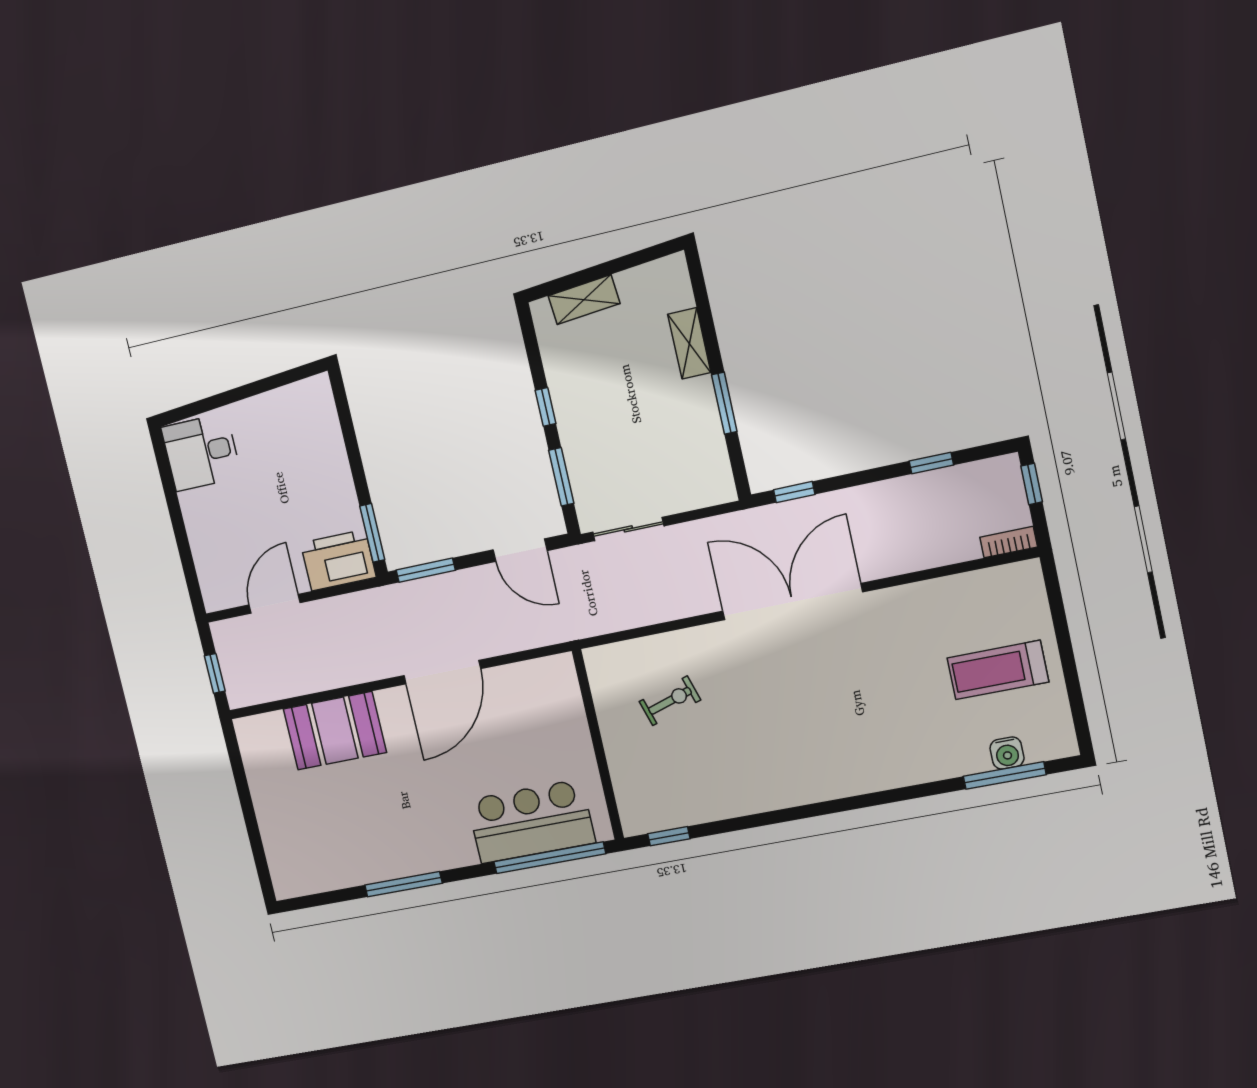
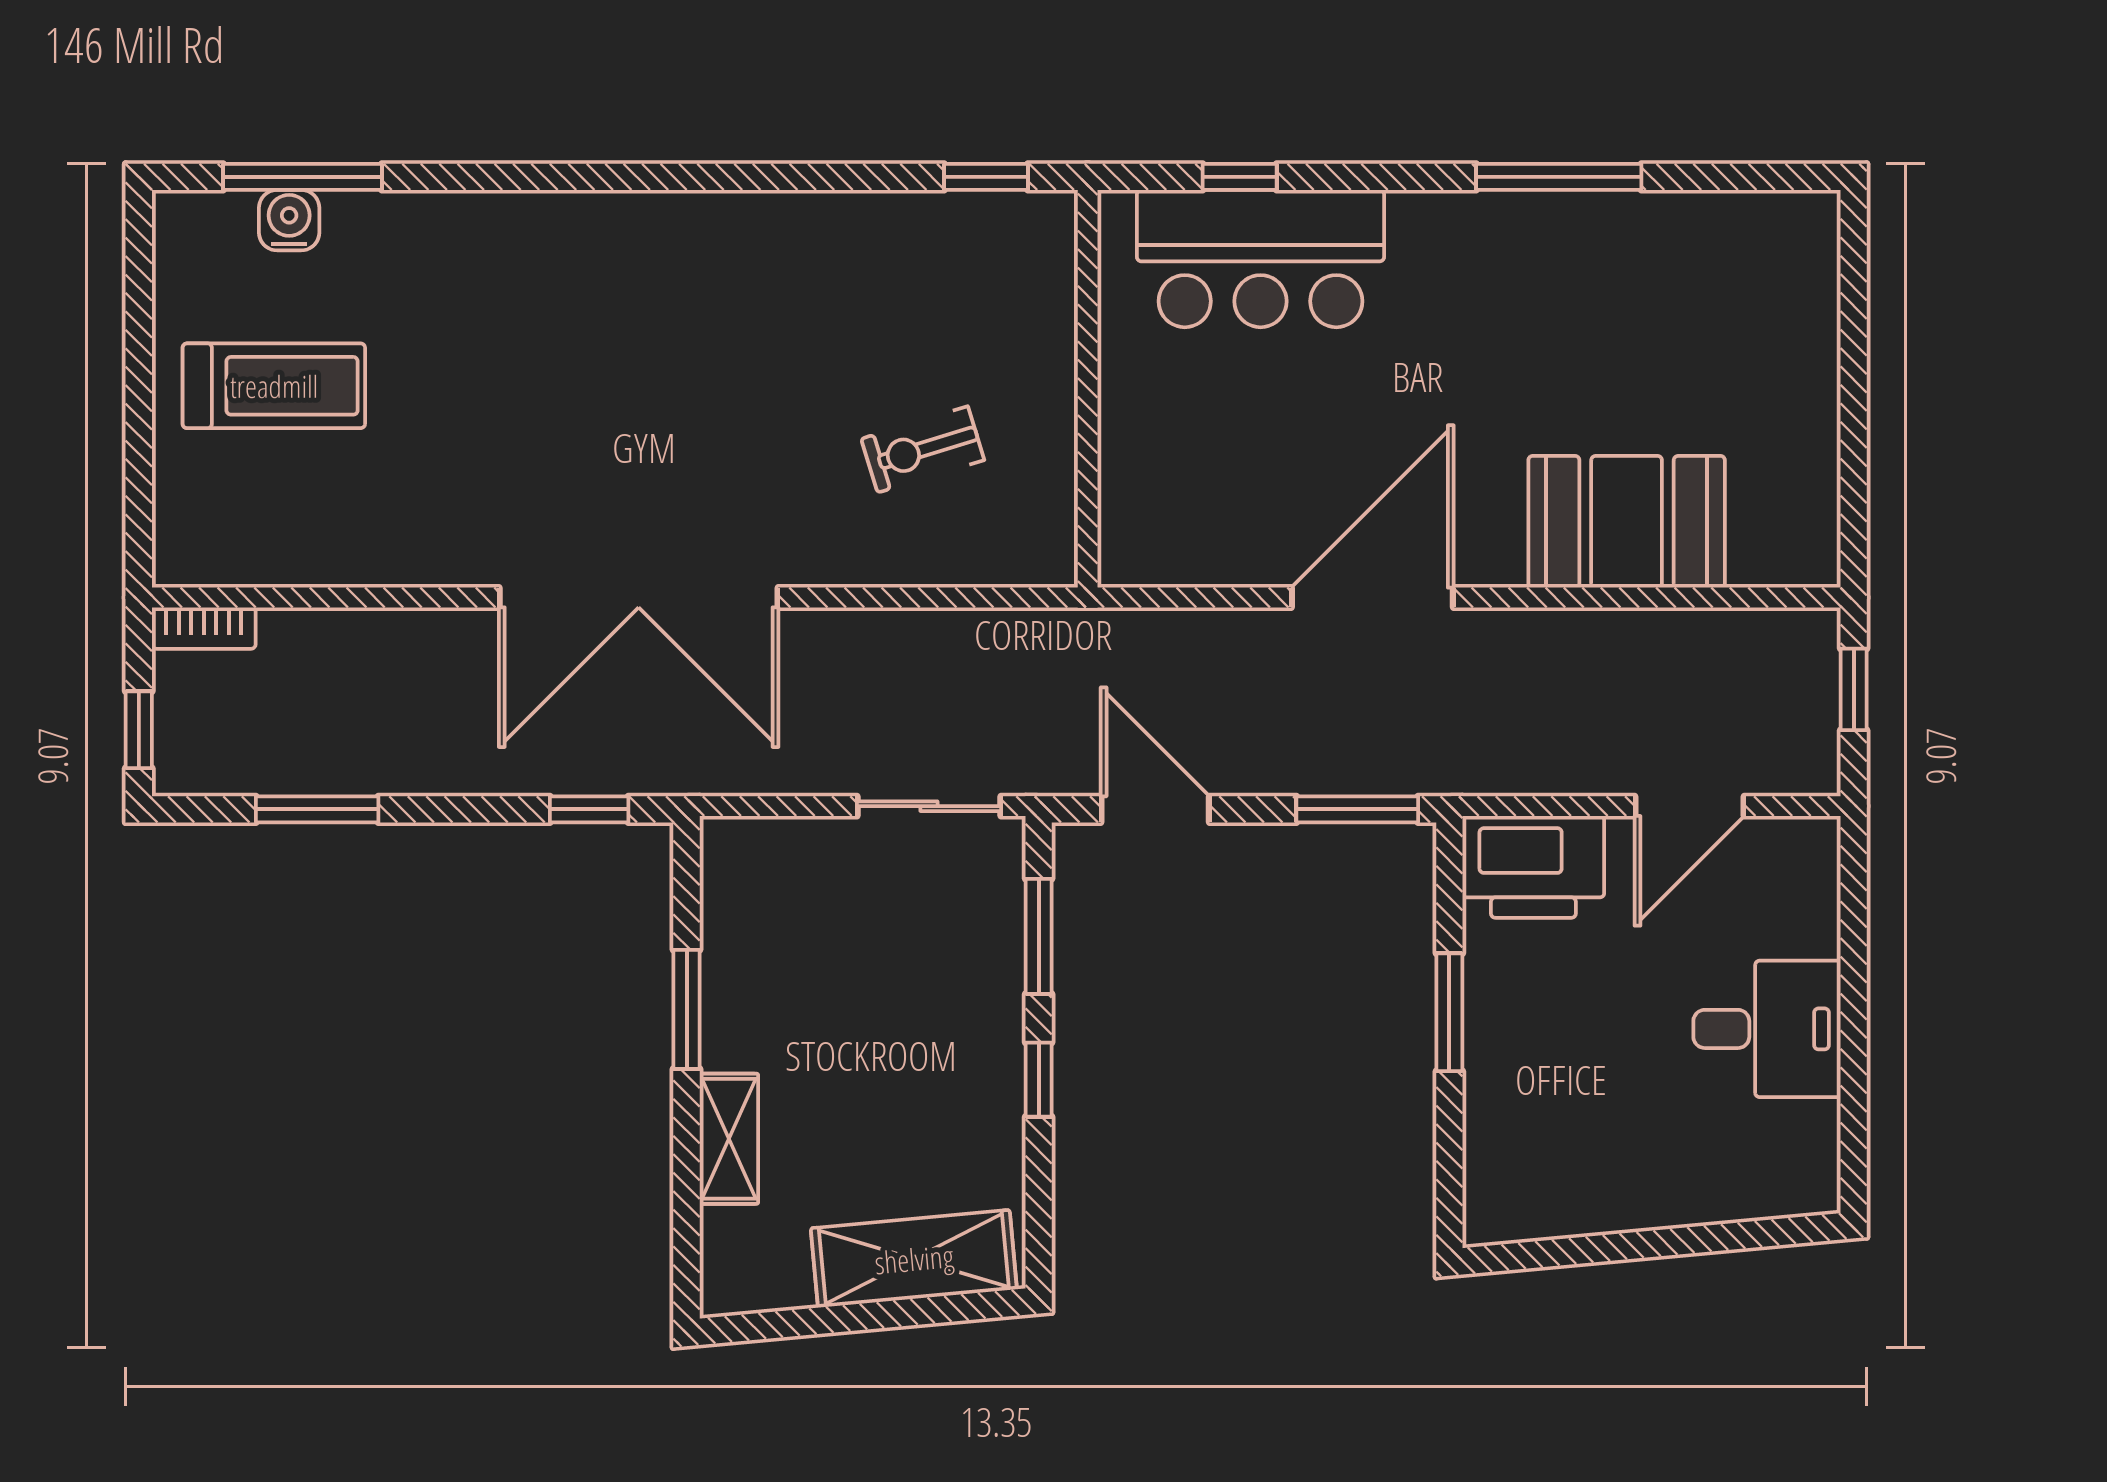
shelving: (584, 300) -> (914, 1259), width x1.50, depth x1.33
desk: (201, 452) -> (1767, 1029), moved
window: (931, 463) -> (317, 809), width x1.50
window: (372, 533) -> (1449, 1012), moved
window: (550, 858) -> (1240, 177), width x0.32

